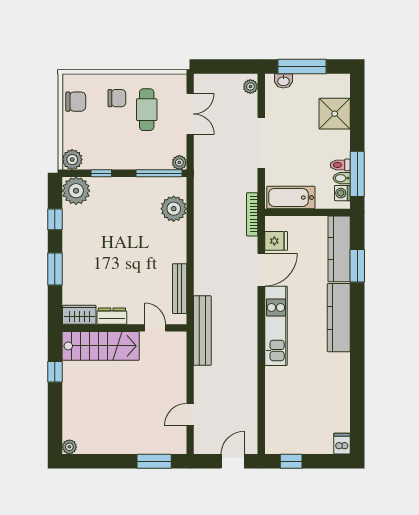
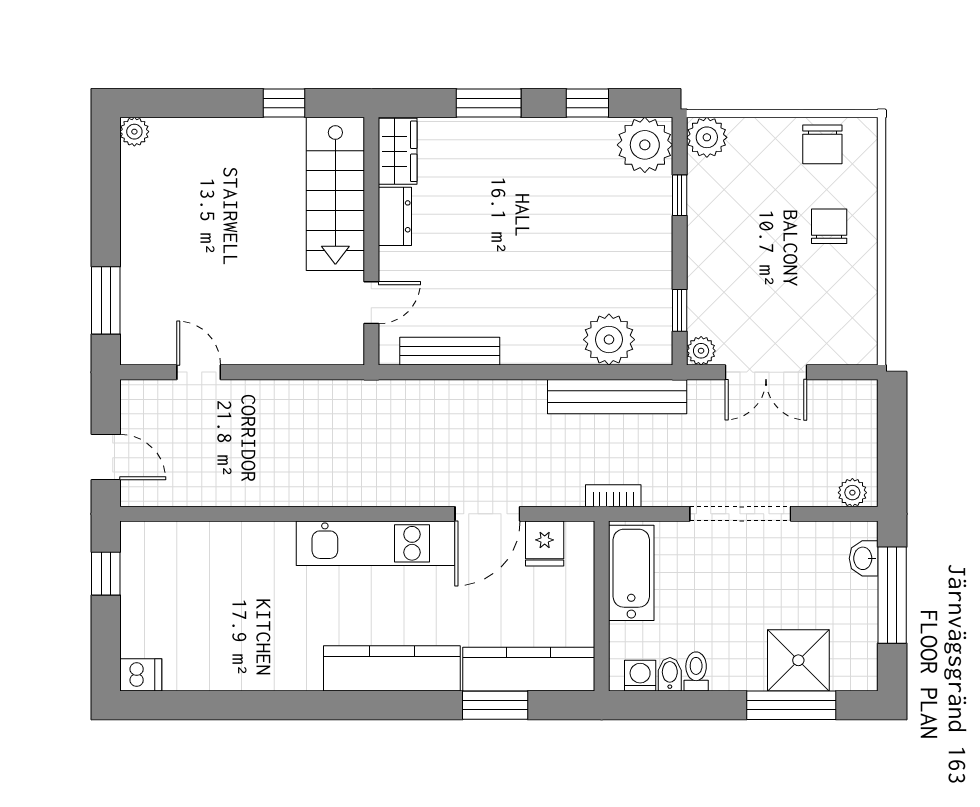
chair: (117, 98) -> (829, 226), turned 180
cafe table: (147, 110) -> (806, 286), removed
double door: (190, 114) -> (766, 372), moved
window: (159, 173) -> (680, 310), width x0.46
window: (357, 174) -> (791, 705), moved
bookcase: (252, 214) -> (613, 496), width x0.64
door: (261, 270) -> (487, 514), hinge flipped
bench: (202, 331) -> (617, 397), moved

